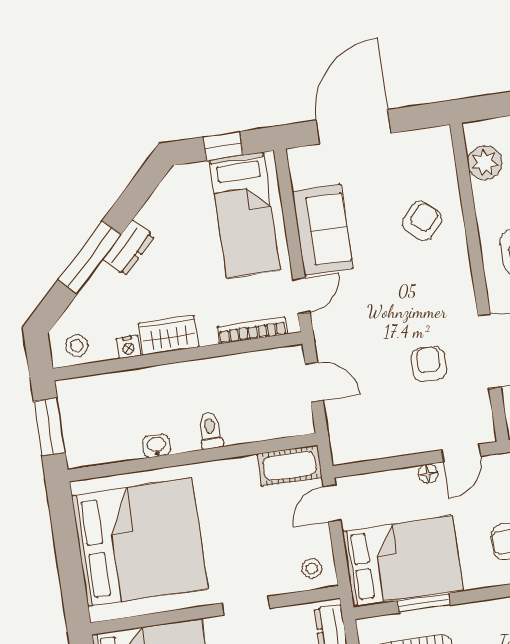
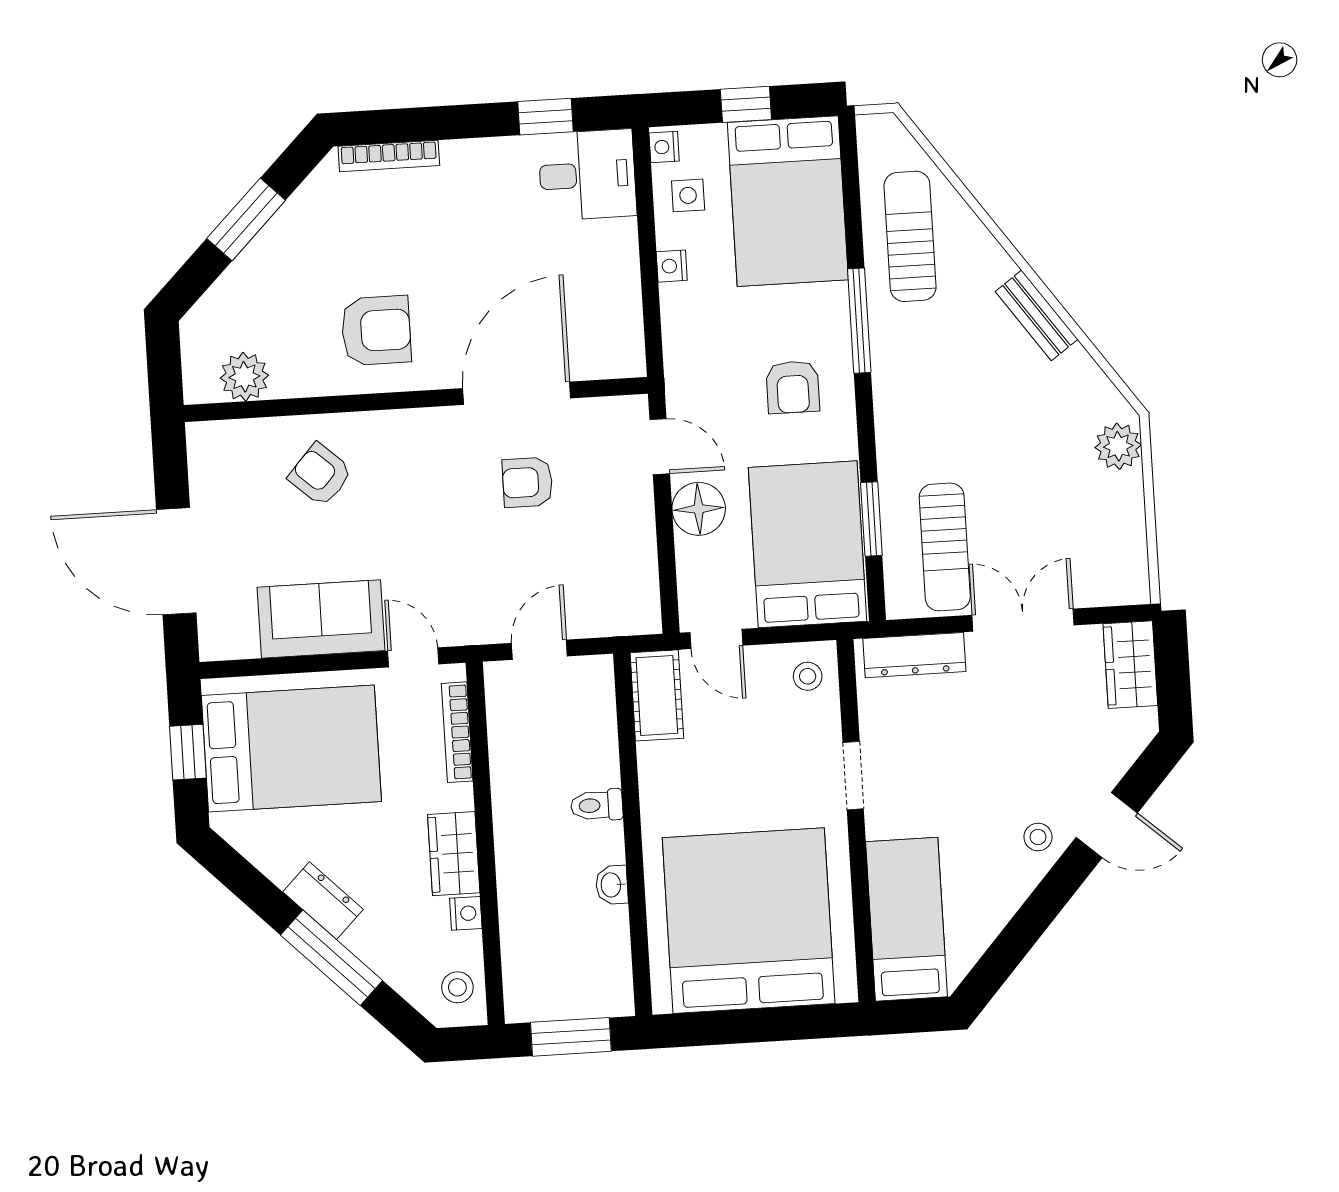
bed: (245, 215) -> (291, 748), width x1.50
floor lamp: (428, 474) -> (699, 509), width x1.89, depth x1.89

